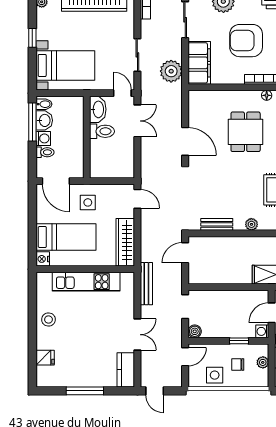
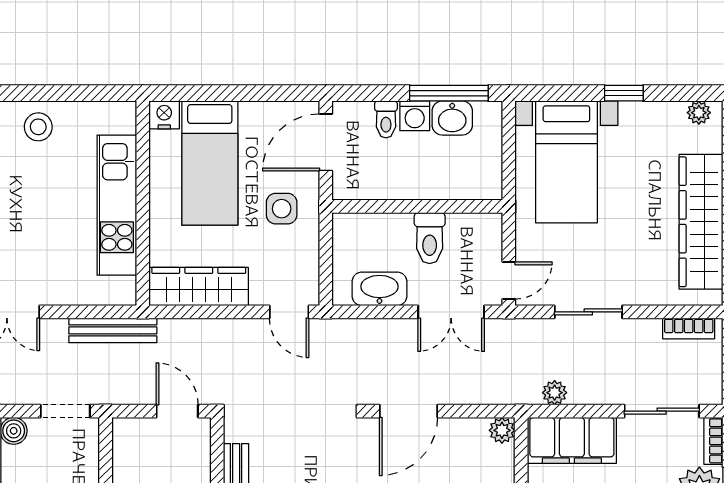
plant: (171, 71) -> (555, 393), width x0.53, depth x0.53
plant: (194, 96) -> (502, 430), added
bidet: (44, 104) -> (486, 117), removed
washbasin: (98, 109) -> (380, 289), moved, turned 180
door: (137, 199) -> (289, 312), hinge flipped

